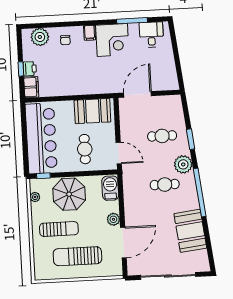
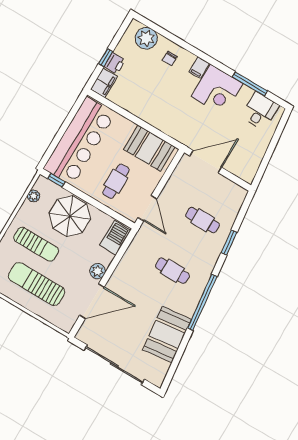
plant: (183, 164) -> (205, 263), removed

